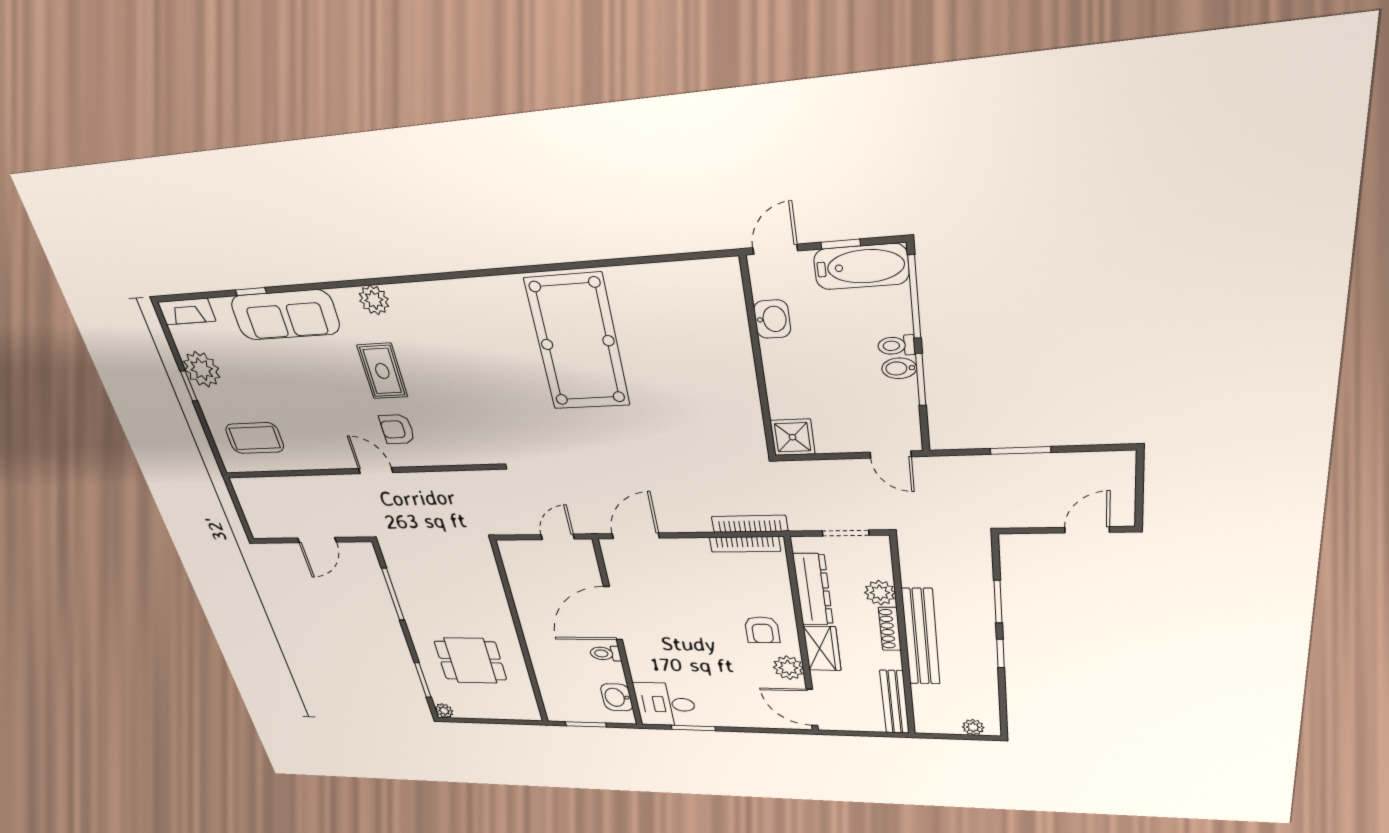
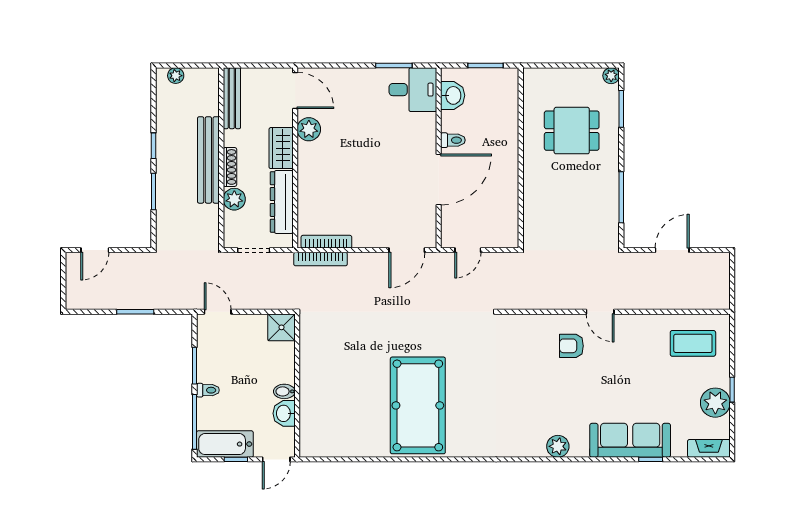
bidet: (899, 368) -> (284, 391), moved, turned 180
rug: (382, 371) -> (569, 393), removed
armchair: (397, 429) -> (571, 346), turned 180
armchair: (762, 630) -> (324, 165), removed

